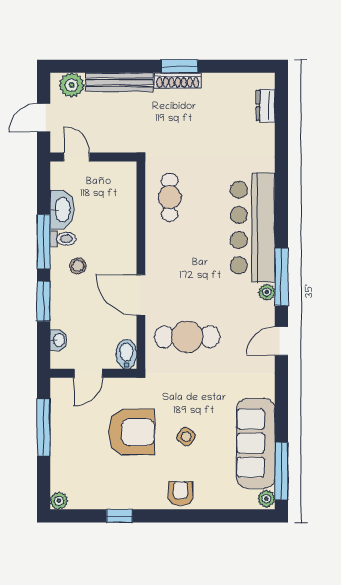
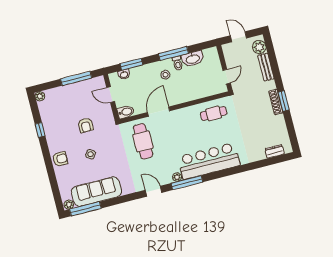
bench: (119, 82) -> (266, 67), width x0.73
door: (77, 157) -> (227, 77), moved
window: (44, 301) -> (131, 64), moved
armchair: (132, 432) -> (86, 125), width x0.53, depth x0.53

